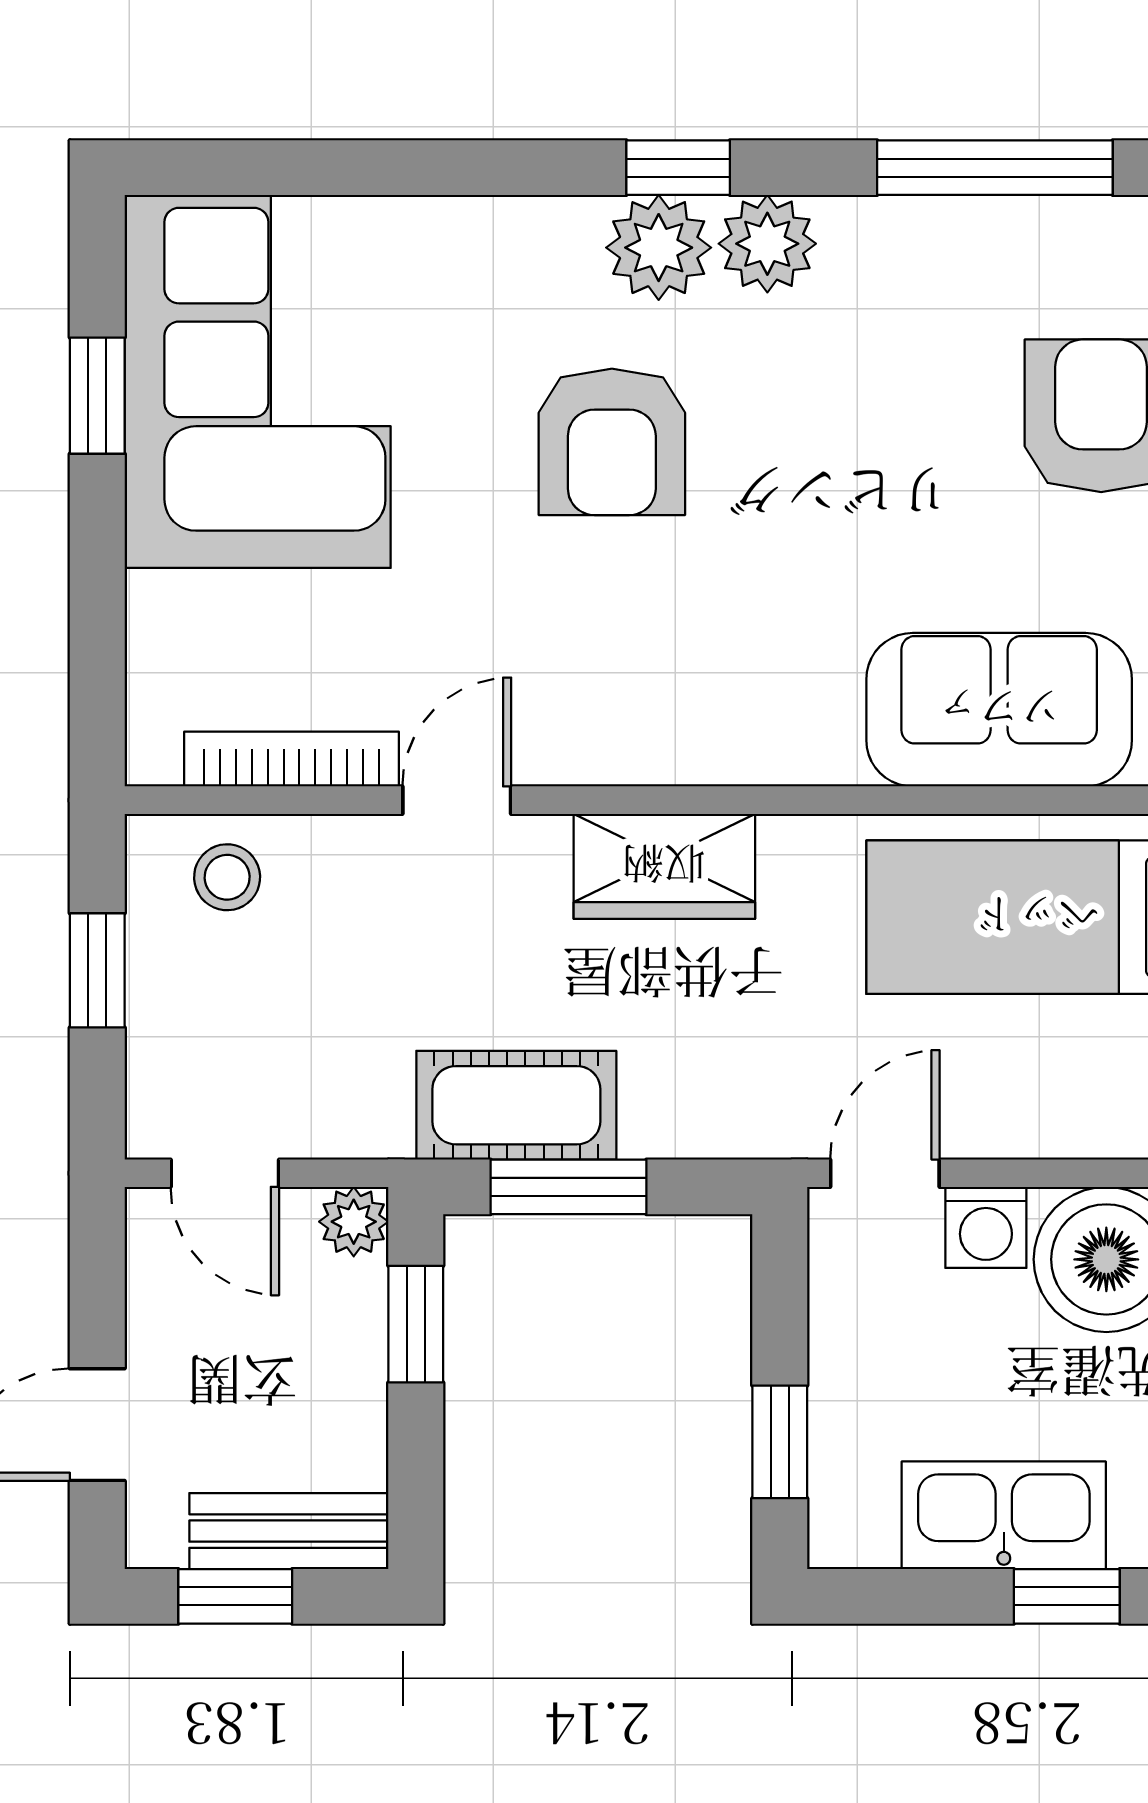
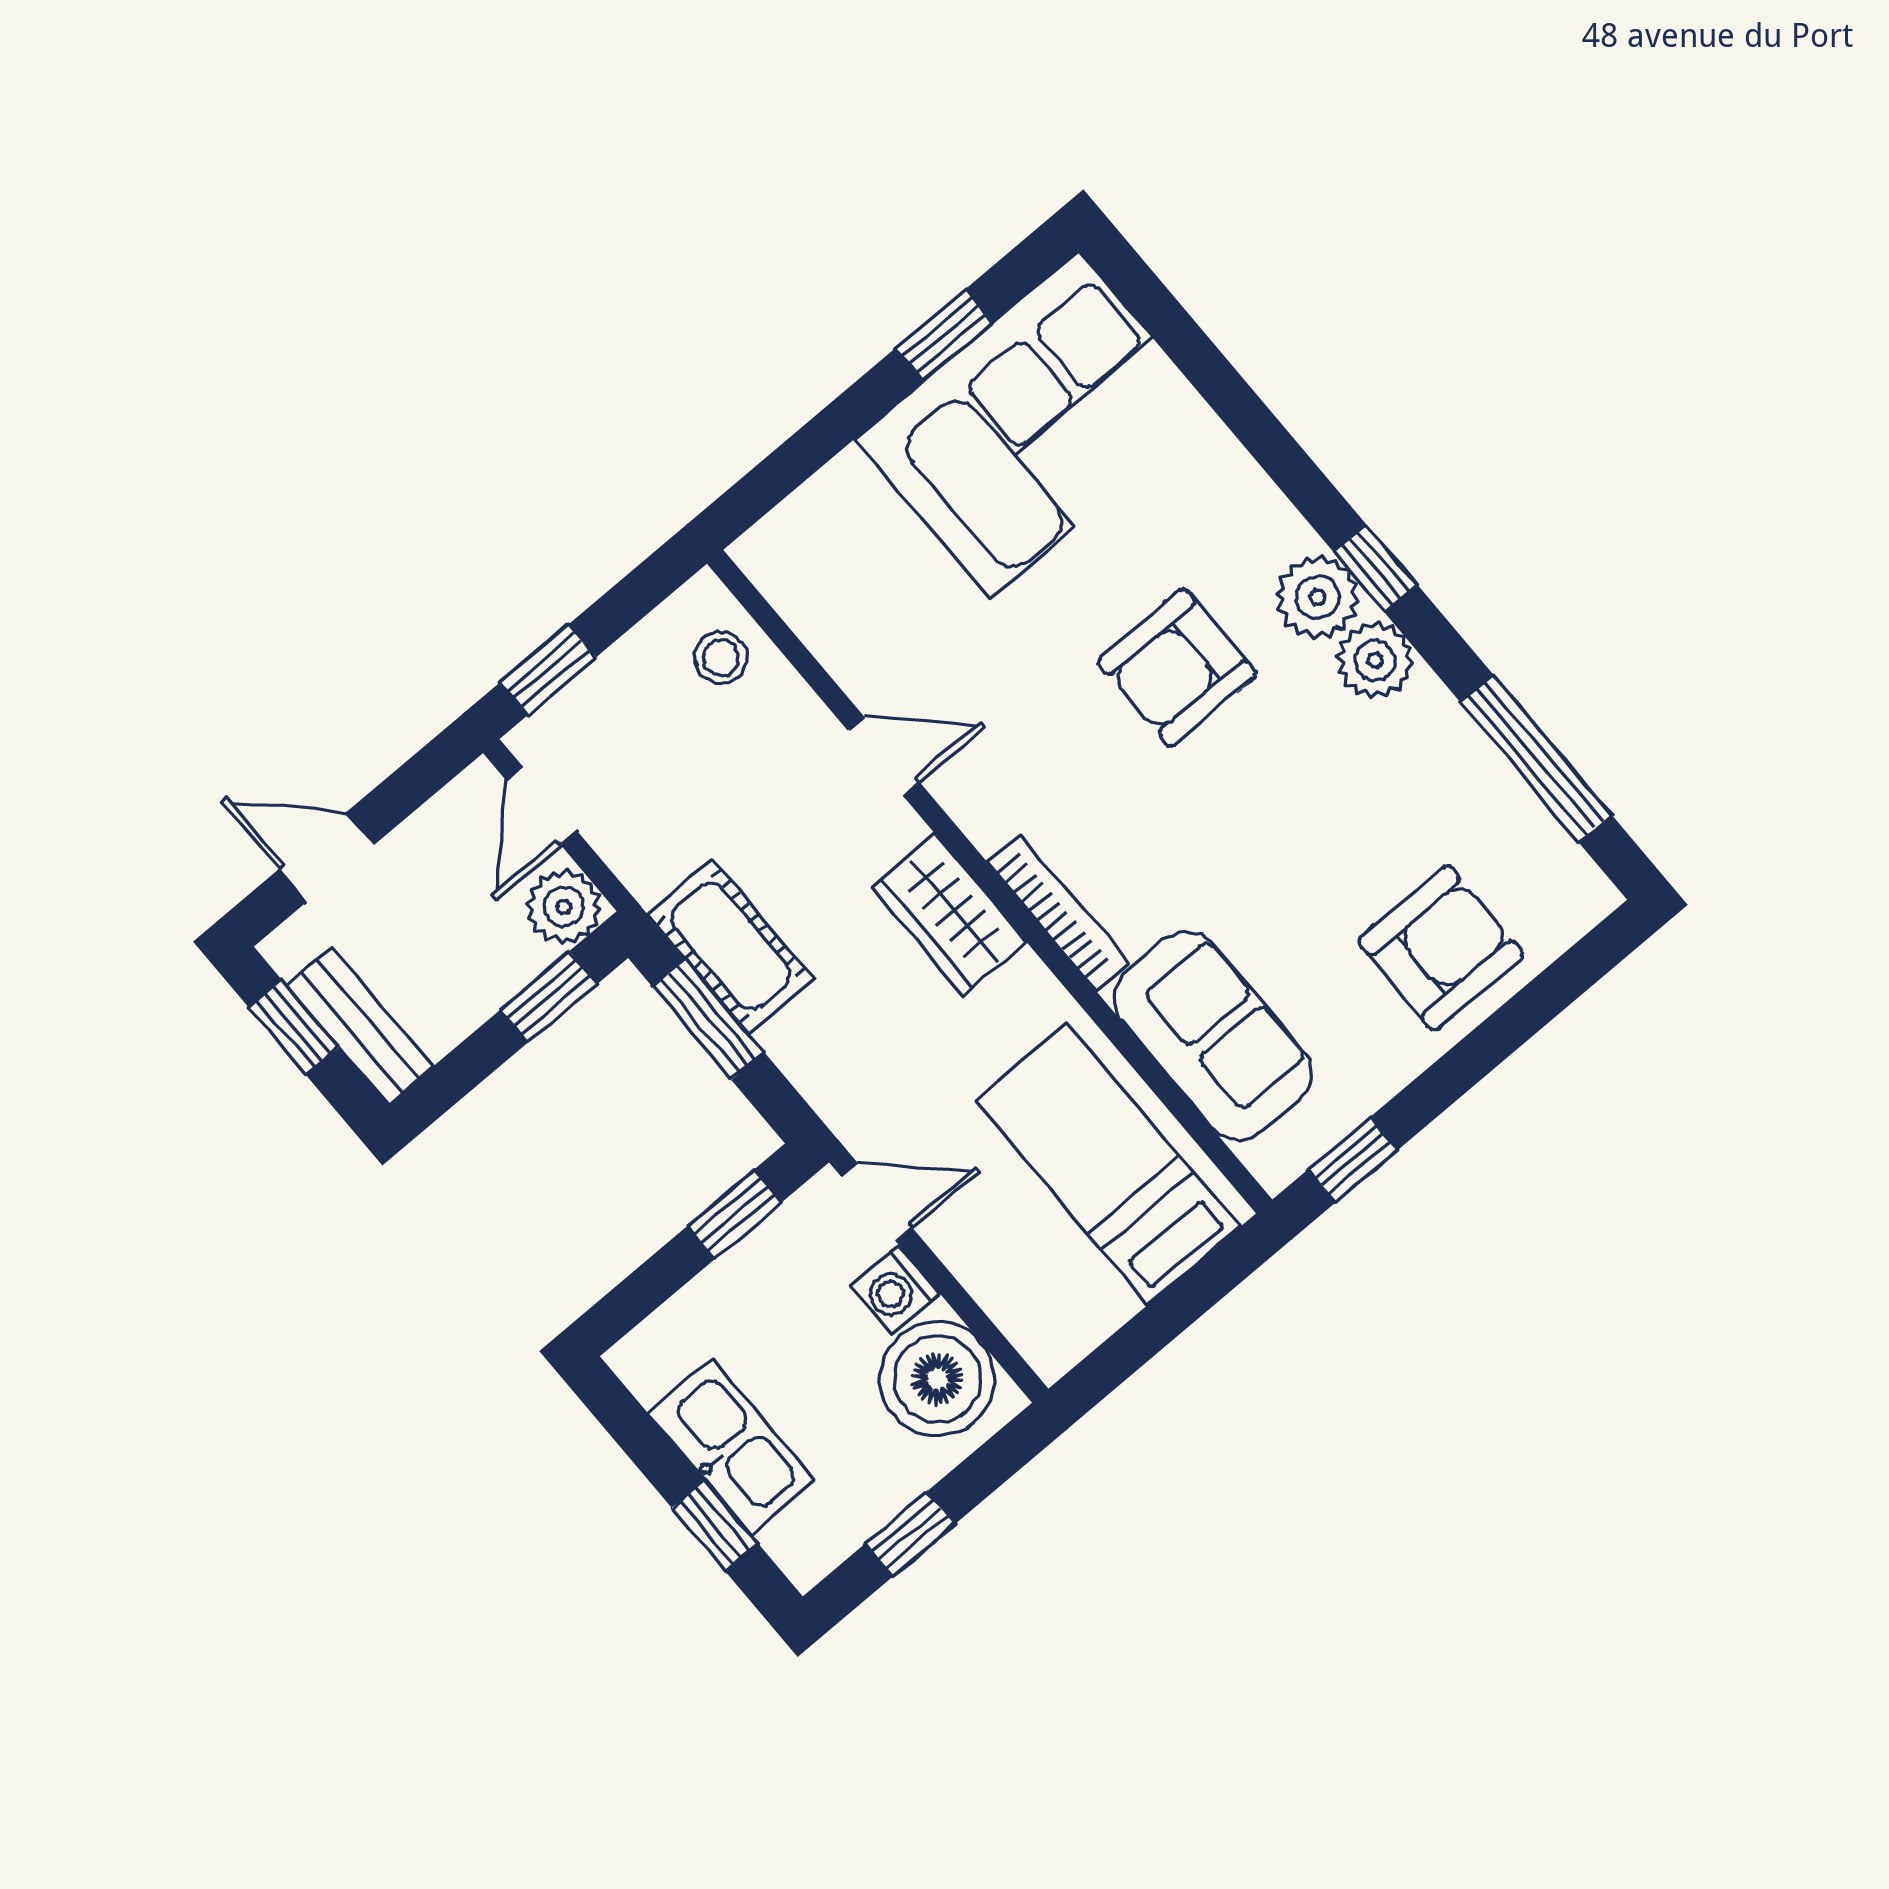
bookcase: (292, 759) -> (1058, 912), moved
window: (97, 970) -> (548, 670), moved
plant: (354, 1222) -> (564, 907), width x1.38, depth x1.38
window: (780, 1442) -> (734, 1214), moved

